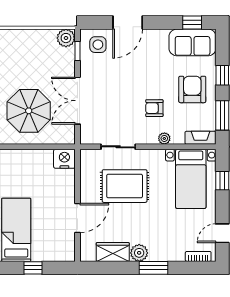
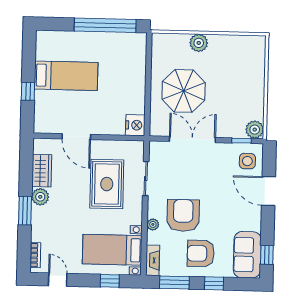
armchair: (192, 89) -> (201, 253), turned 180
armchair: (154, 108) -> (183, 215), width x1.88, depth x1.88

